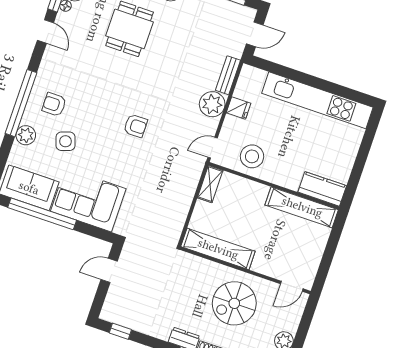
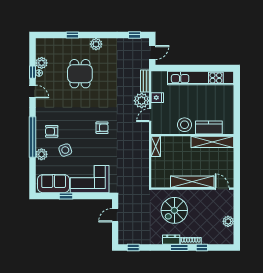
door: (213, 148) -> (150, 115), moved
stool: (252, 156) -> (185, 125), moved
kitchen counter: (322, 189) -> (209, 127), moved
window: (42, 214) -> (66, 196), width x0.32
shelving: (218, 249) -> (192, 182), moved
door: (292, 286) -> (222, 189), swing flipped
spiral stairs: (234, 303) -> (174, 210), moved

